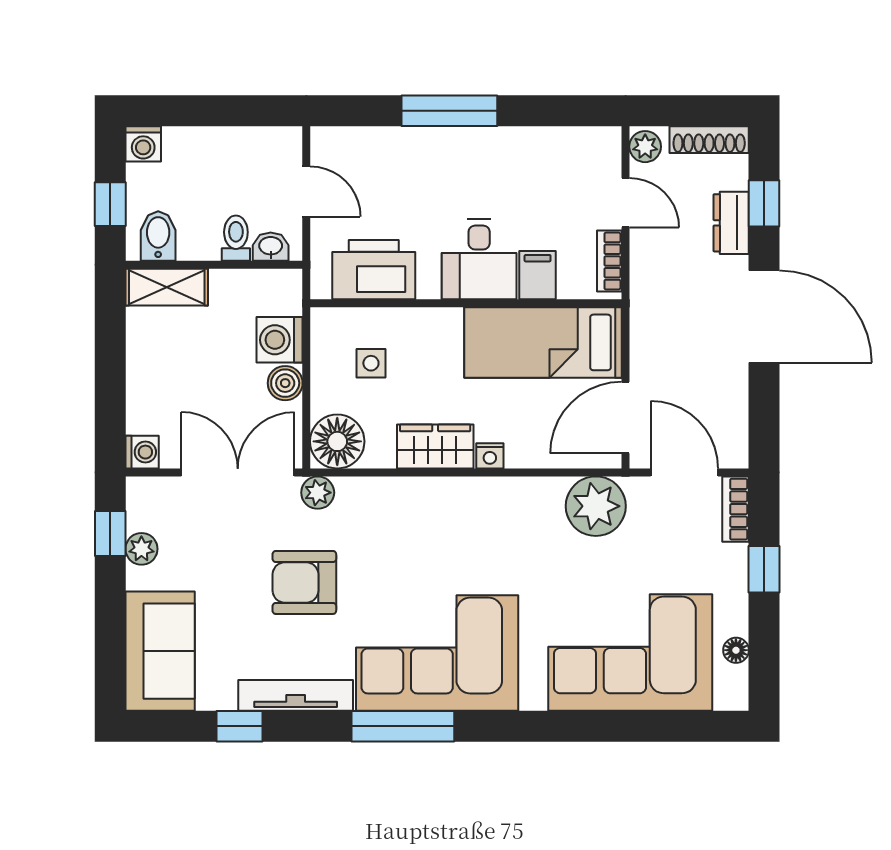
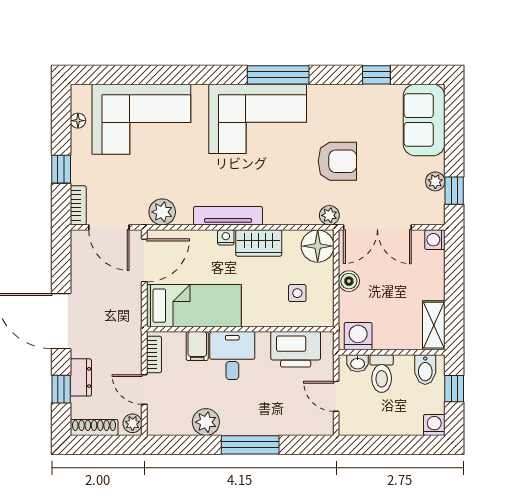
plant: (523, 149) -> (206, 422), added
toilet: (236, 238) -> (382, 374), width x1.37, depth x1.39
shelving: (167, 287) -> (434, 325), moved, turned 90
washing machine: (280, 340) -> (358, 336), moved, turned -90
plant: (596, 506) -> (162, 212), width x0.73, depth x0.73
tv unit: (296, 695) -> (228, 216), moved, turned 180

